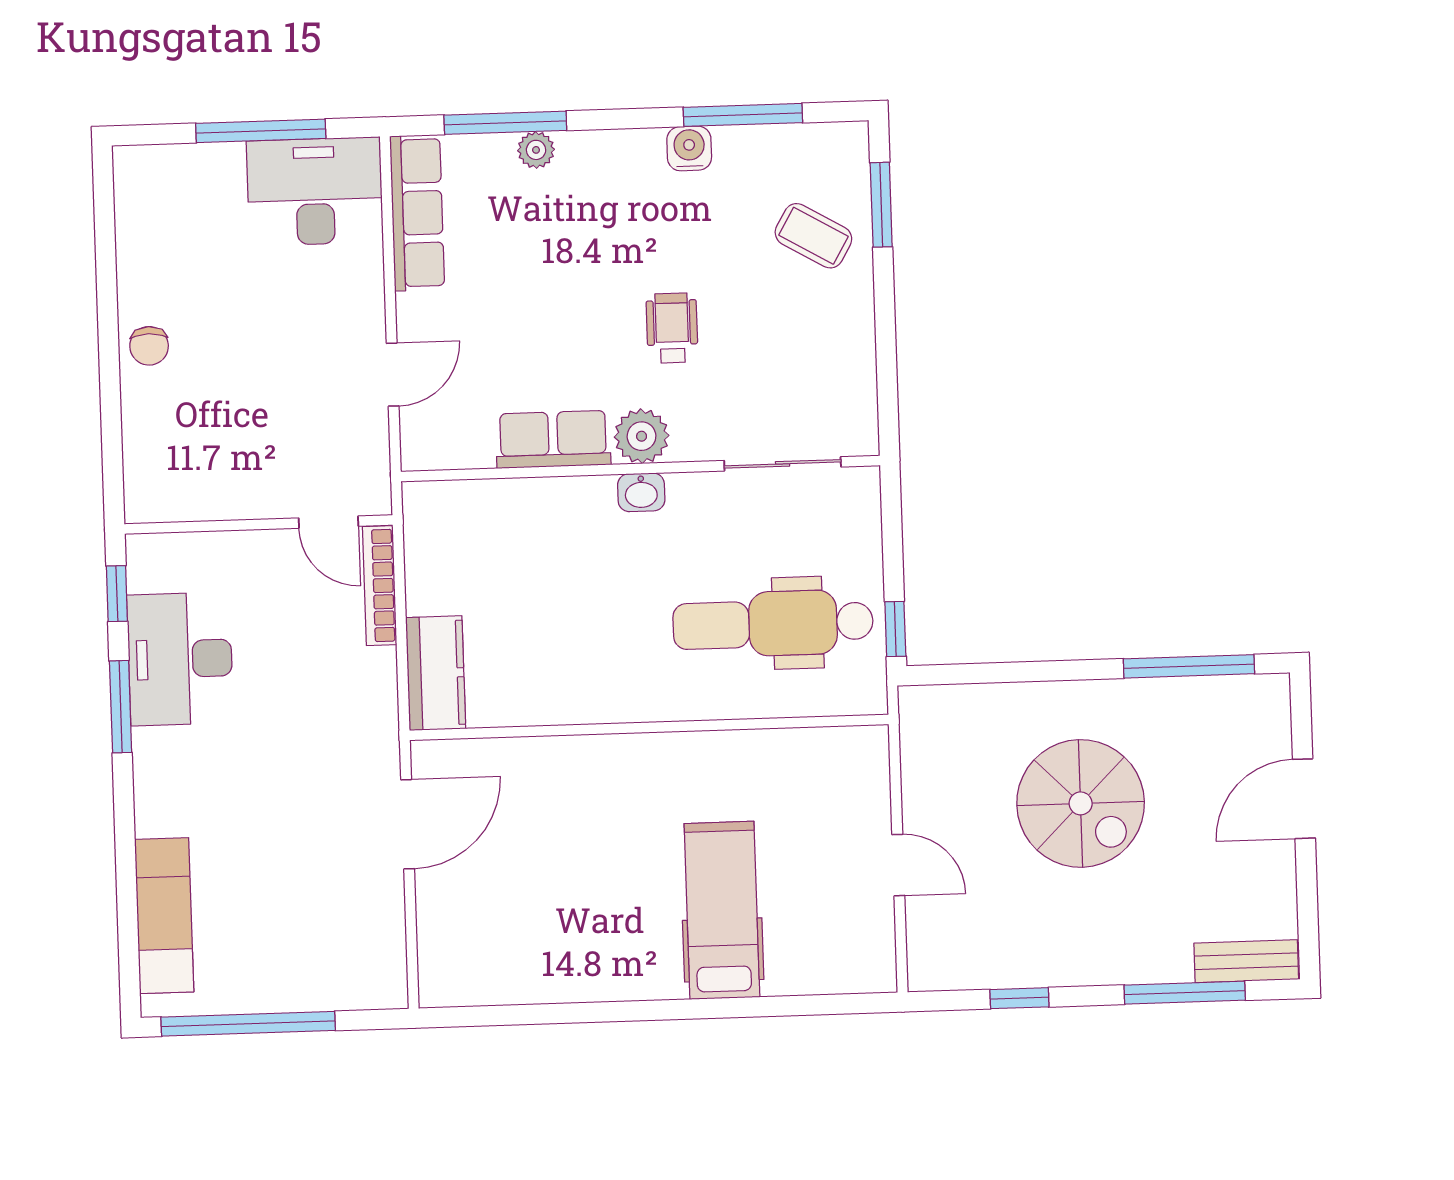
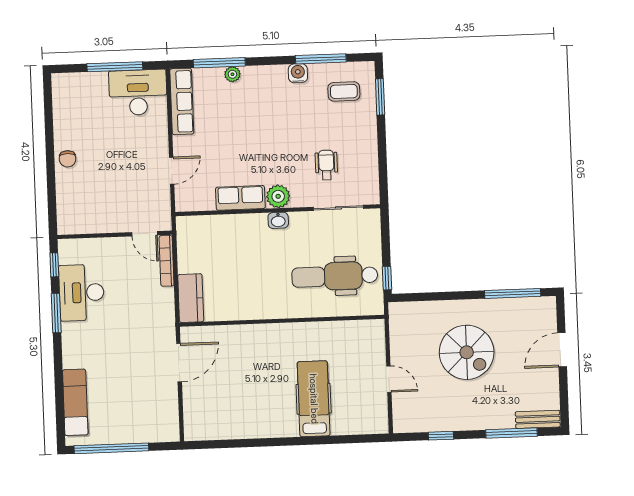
coffee table: (813, 236) -> (344, 91), moved, turned -30
wheelchair: (672, 328) -> (326, 165), moved

